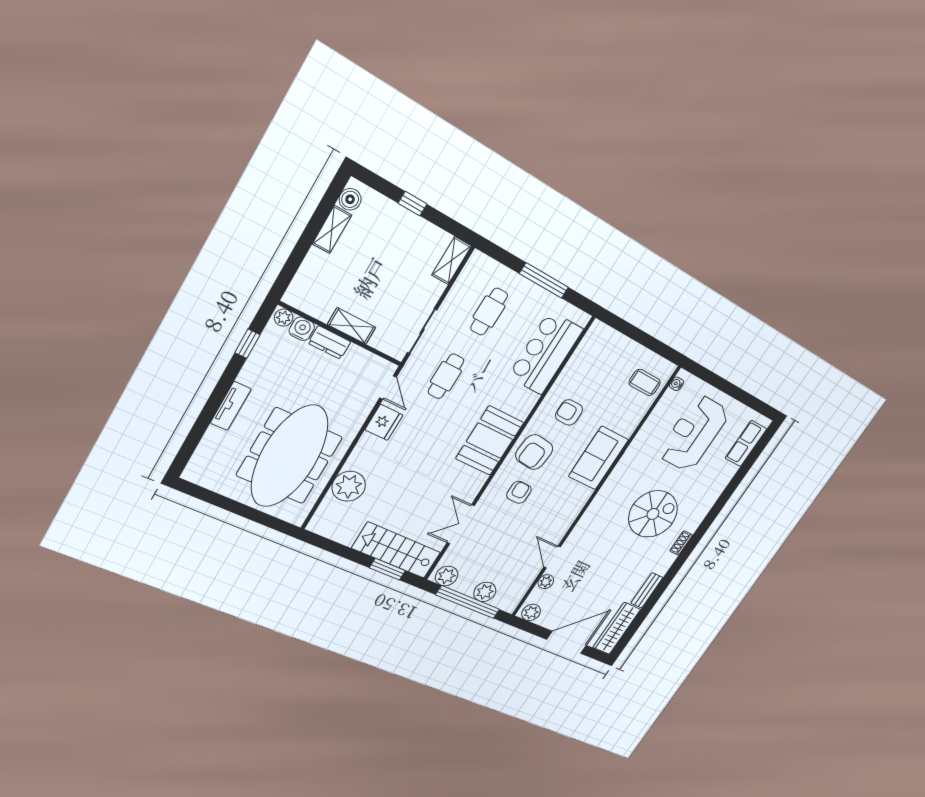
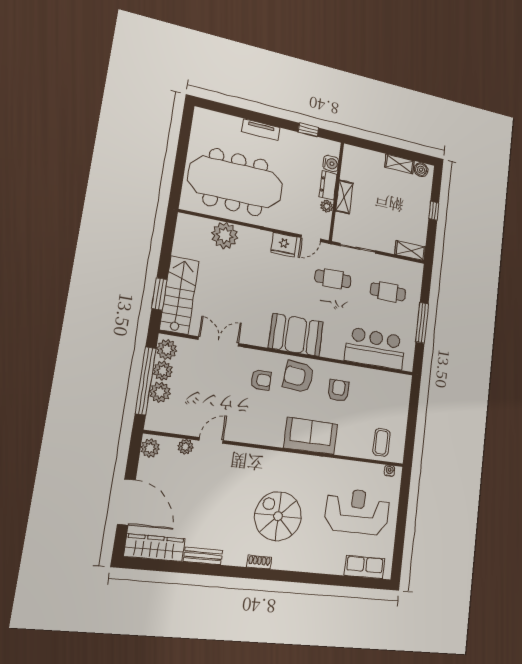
plant: (284, 318) -> (327, 206), moved
spiral stairs: (653, 514) -> (278, 516), turned 180
plant: (465, 585) -> (163, 371), added

